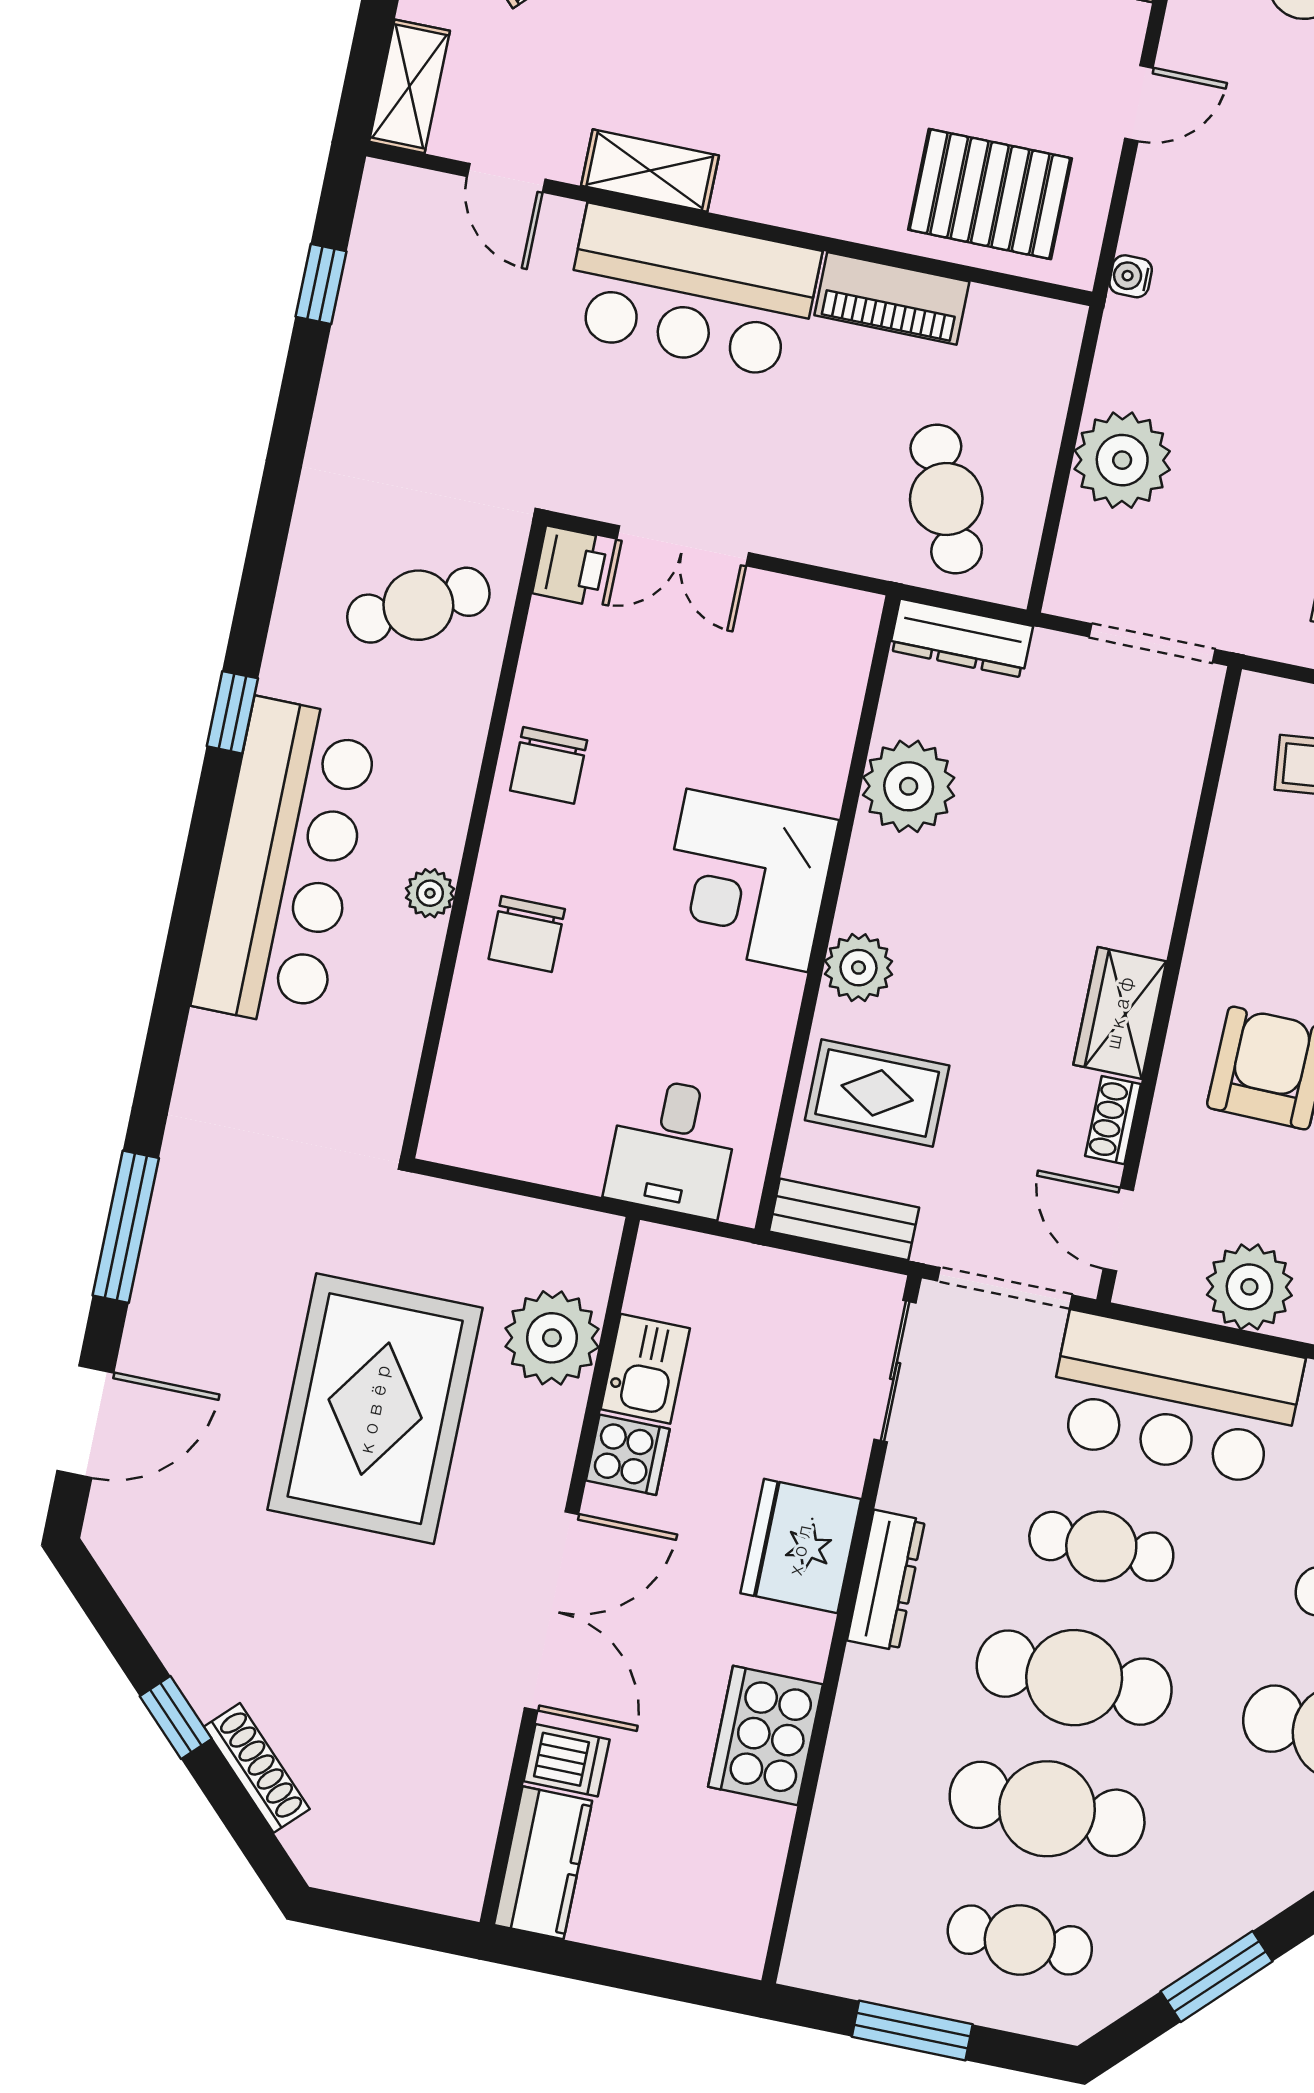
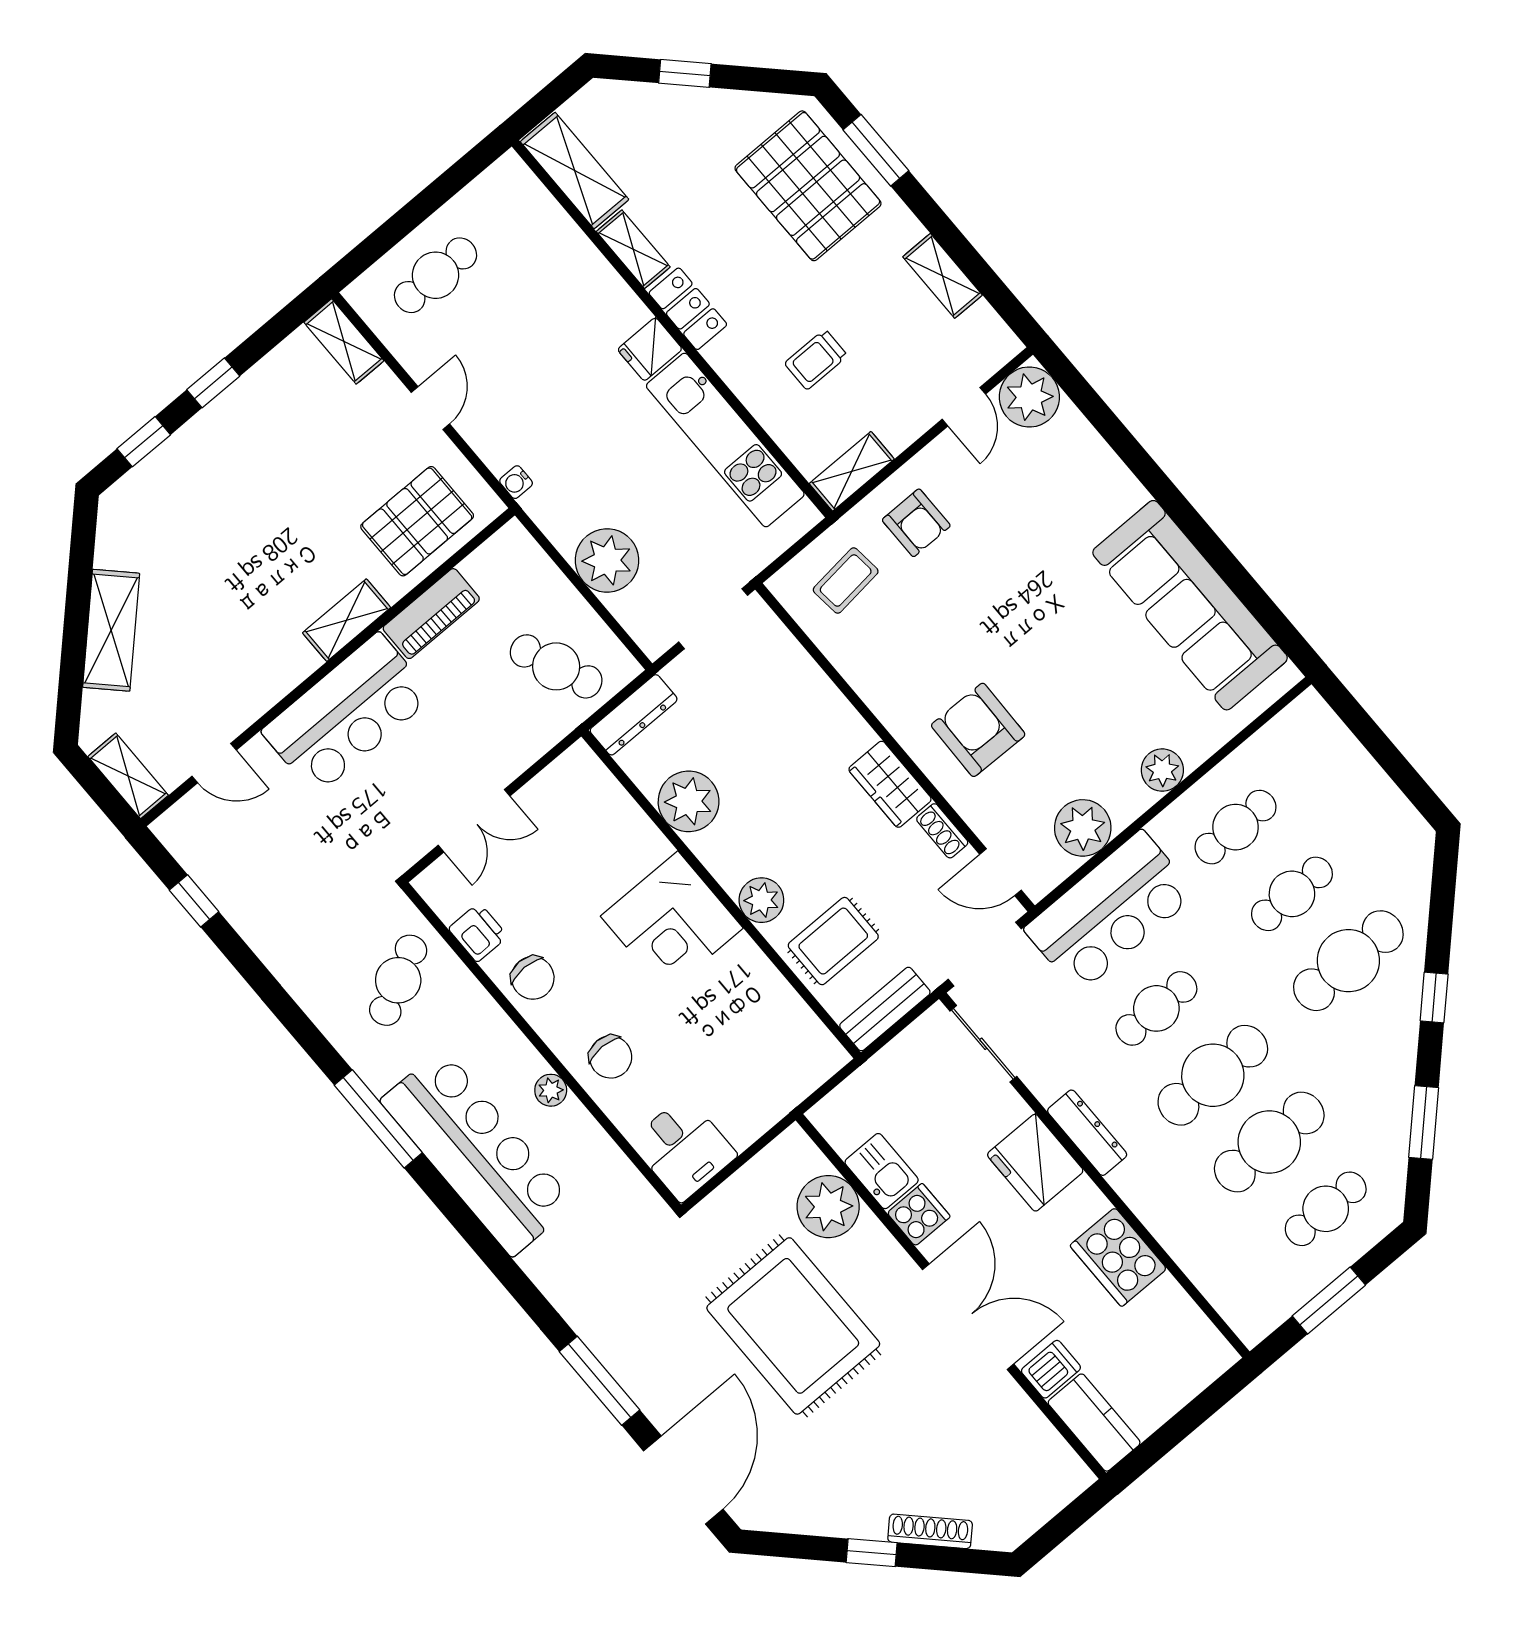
shelving: (650, 171) -> (347, 620), moved
printer: (570, 566) -> (478, 933), moved
window: (232, 712) -> (378, 1119), width x2.17
desk: (673, 1147) -> (683, 1148), moved
door: (85, 1422) -> (683, 1480), width x1.36

